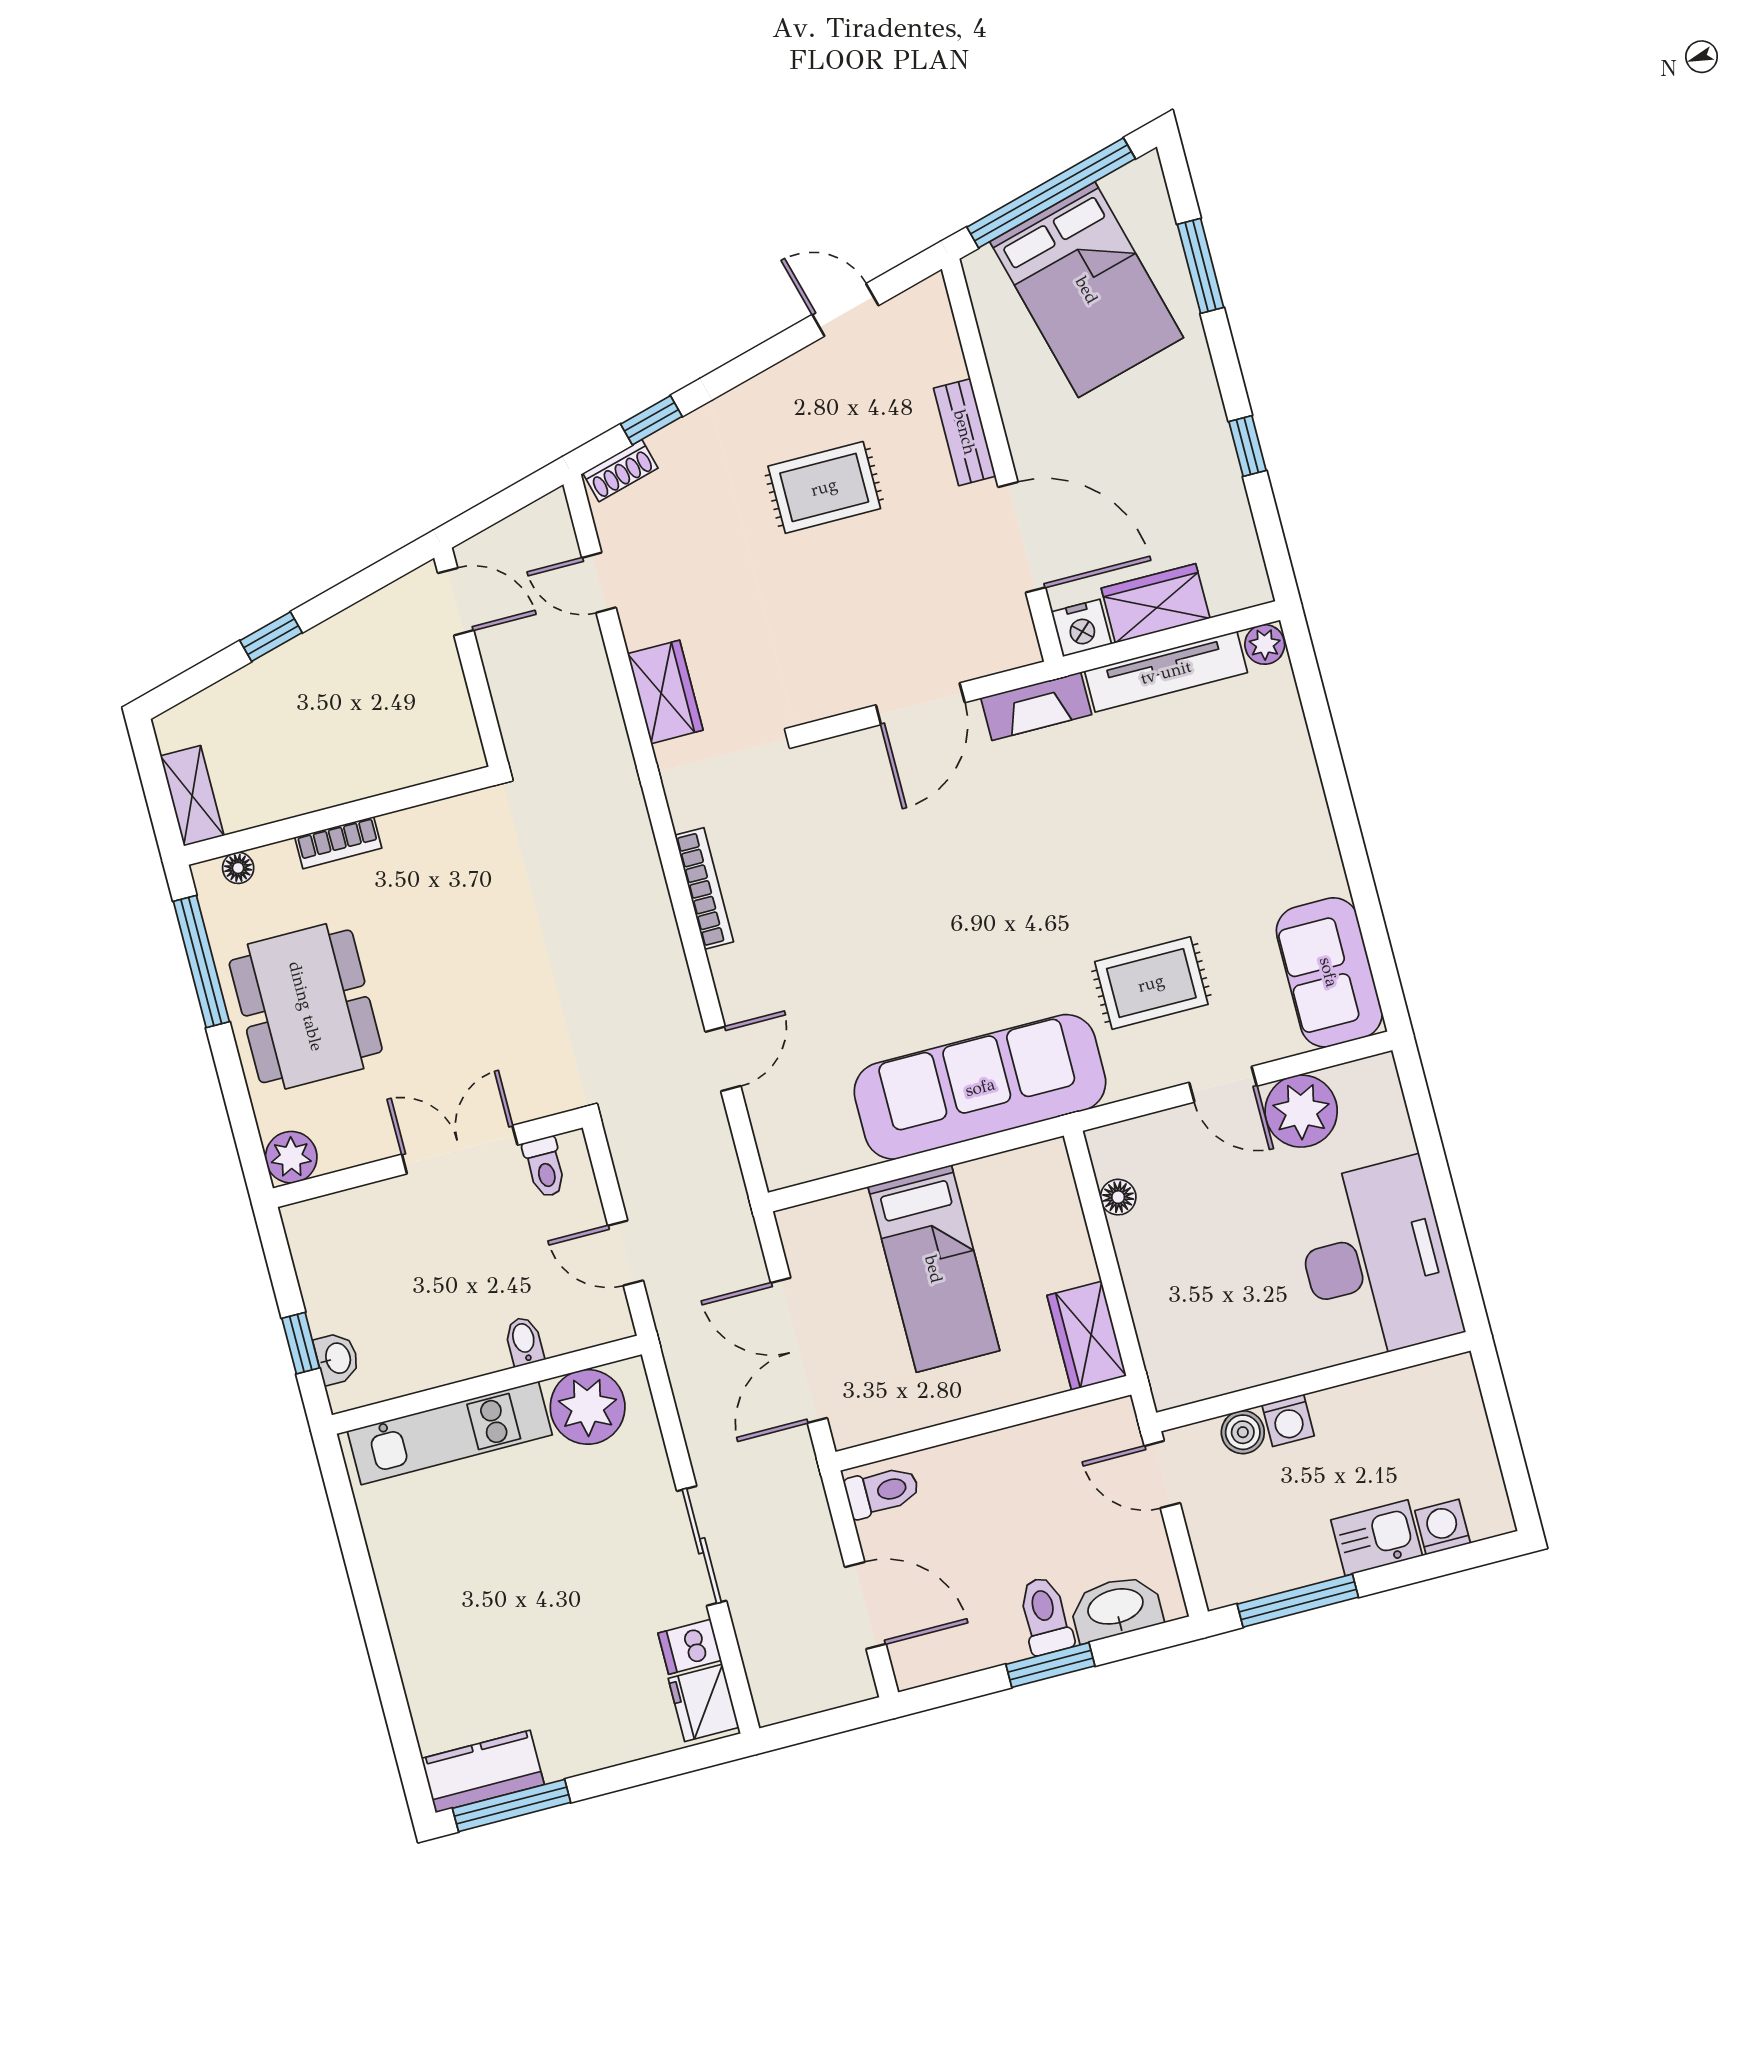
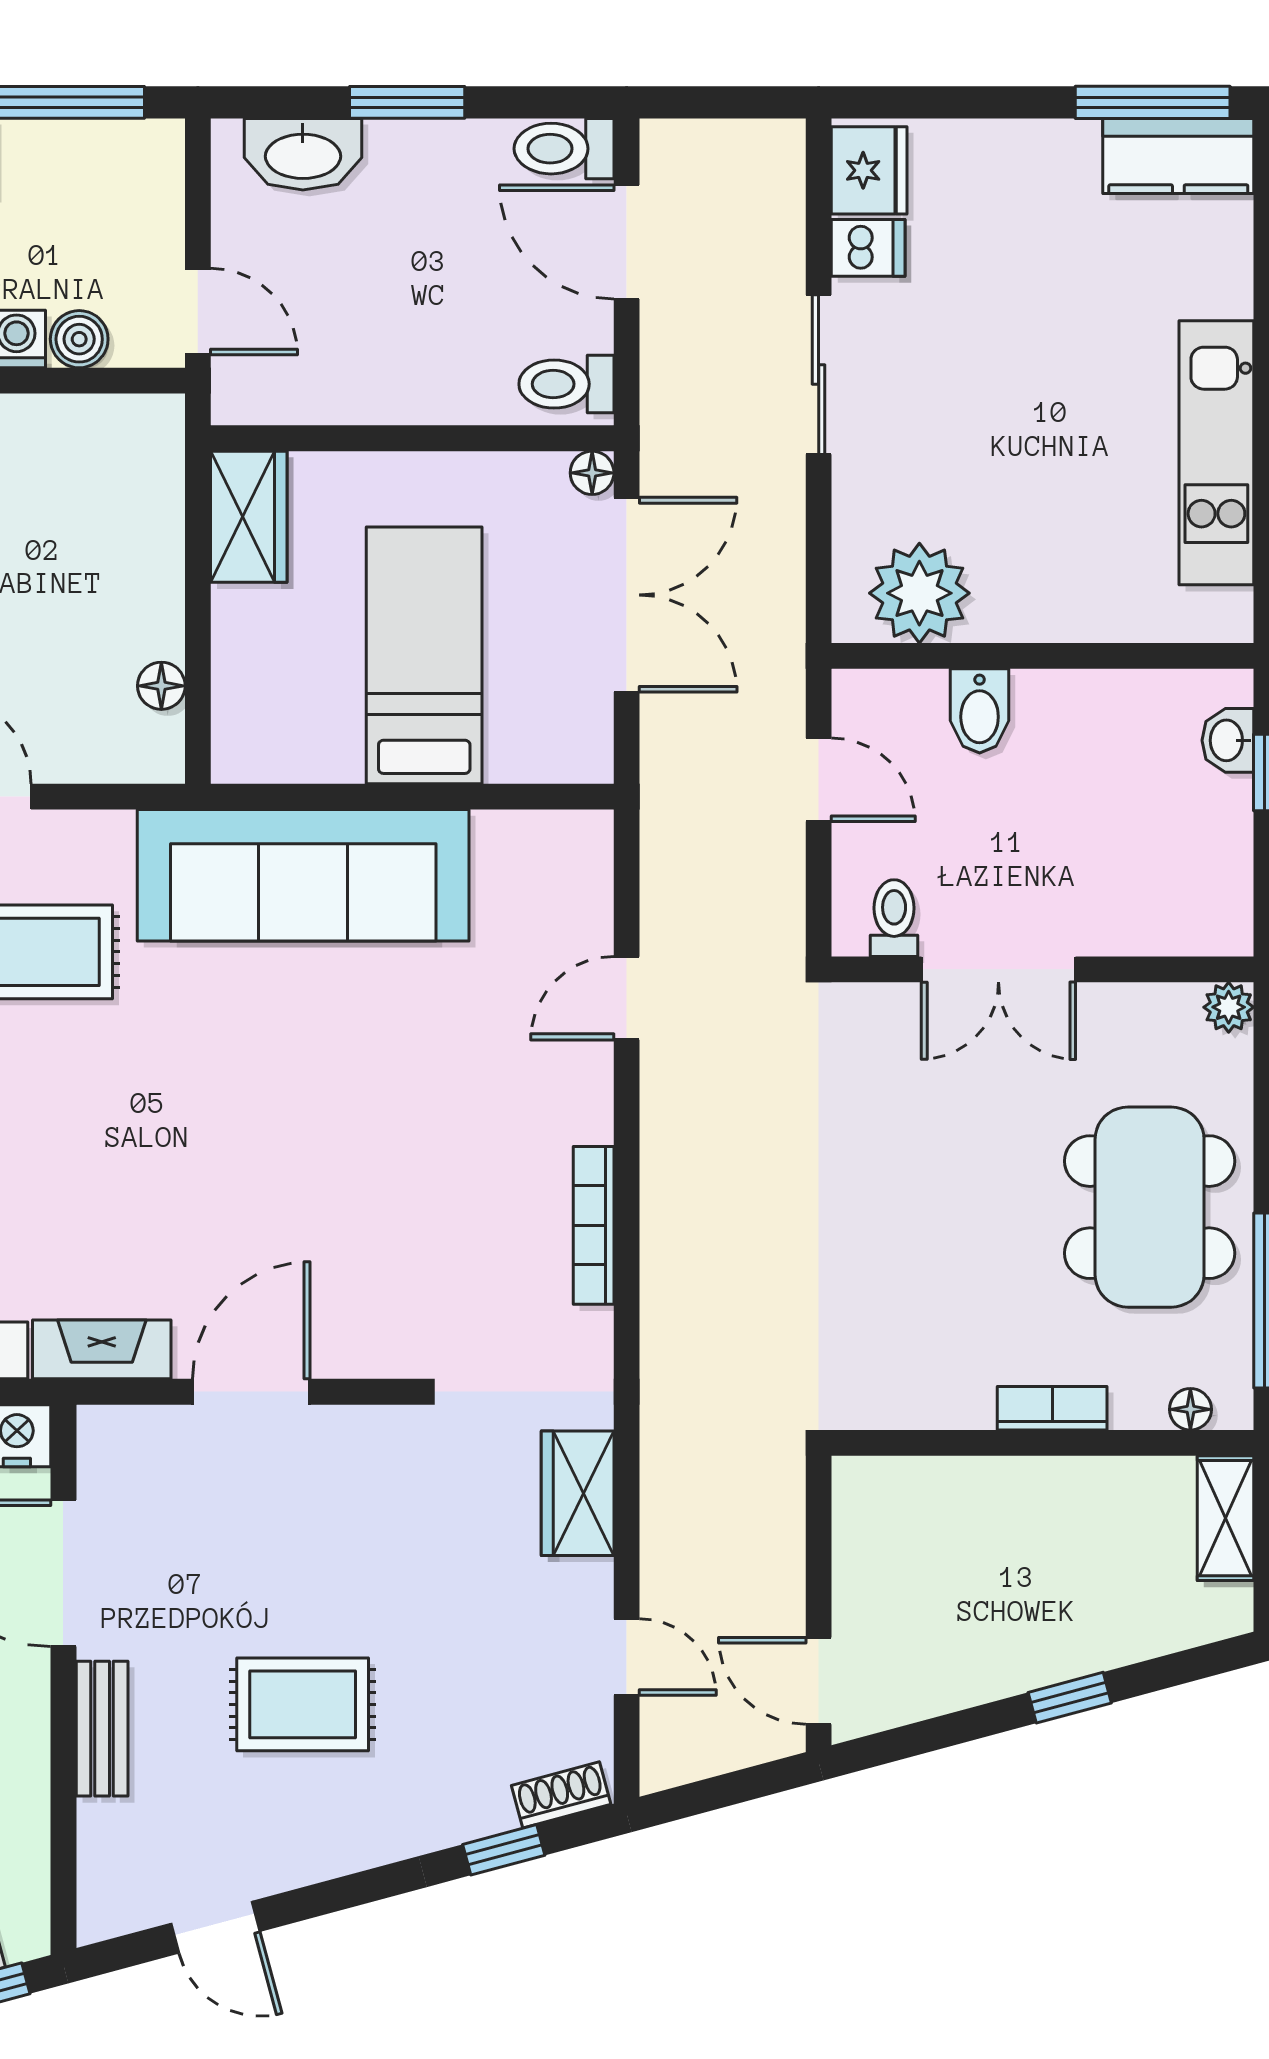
plant: (291, 1157) -> (1229, 1007), width x0.73, depth x0.73
bidet: (524, 1341) -> (980, 711), width x1.38, depth x1.36
floor lamp: (847, 1432) -> (592, 473), added
kitchen unit: (450, 1433) -> (1216, 453), moved, turned -90
toilet: (1045, 1616) -> (564, 149), moved, turned 90

